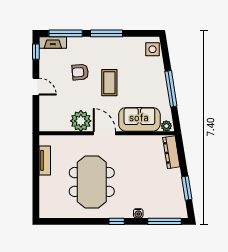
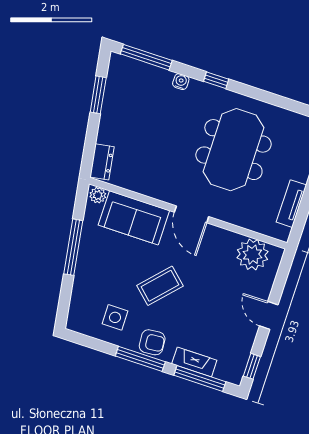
fireplace: (53, 43) -> (194, 362), moved
side table: (152, 49) -> (115, 317), moved
armchair: (80, 72) -> (152, 342), moved
coffee table: (109, 83) -> (160, 286), turned 43
plant: (81, 121) -> (253, 255), moved
dresser: (171, 152) -> (102, 162), width x0.70

